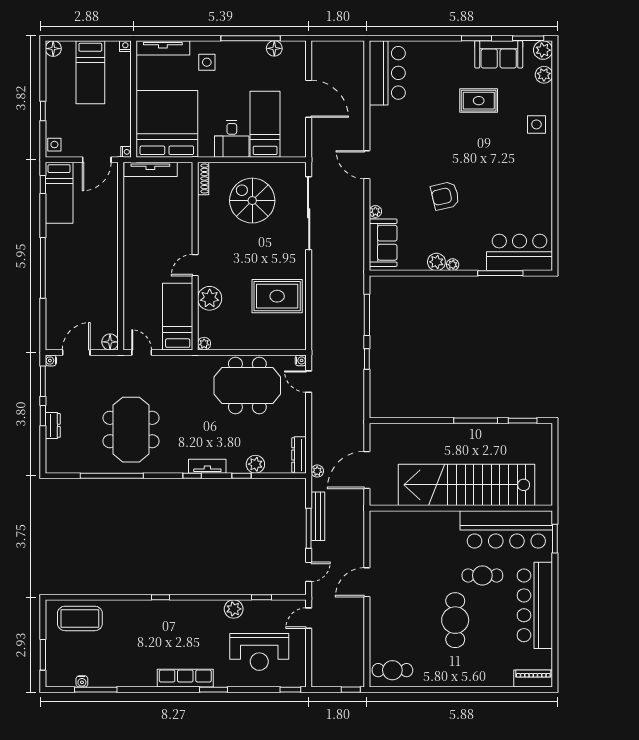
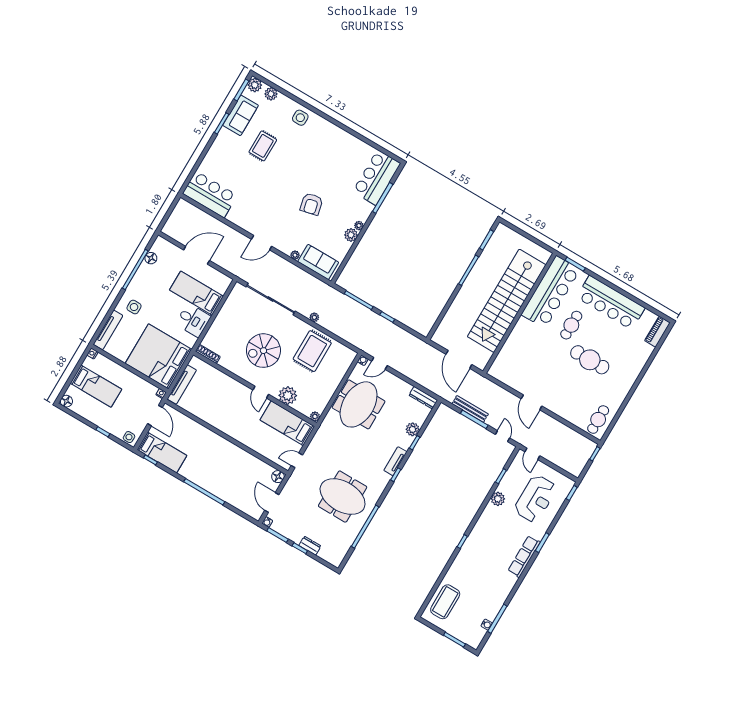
spiral stairs: (252, 201) -> (263, 351), moved
plant: (317, 471) -> (314, 317), moved

